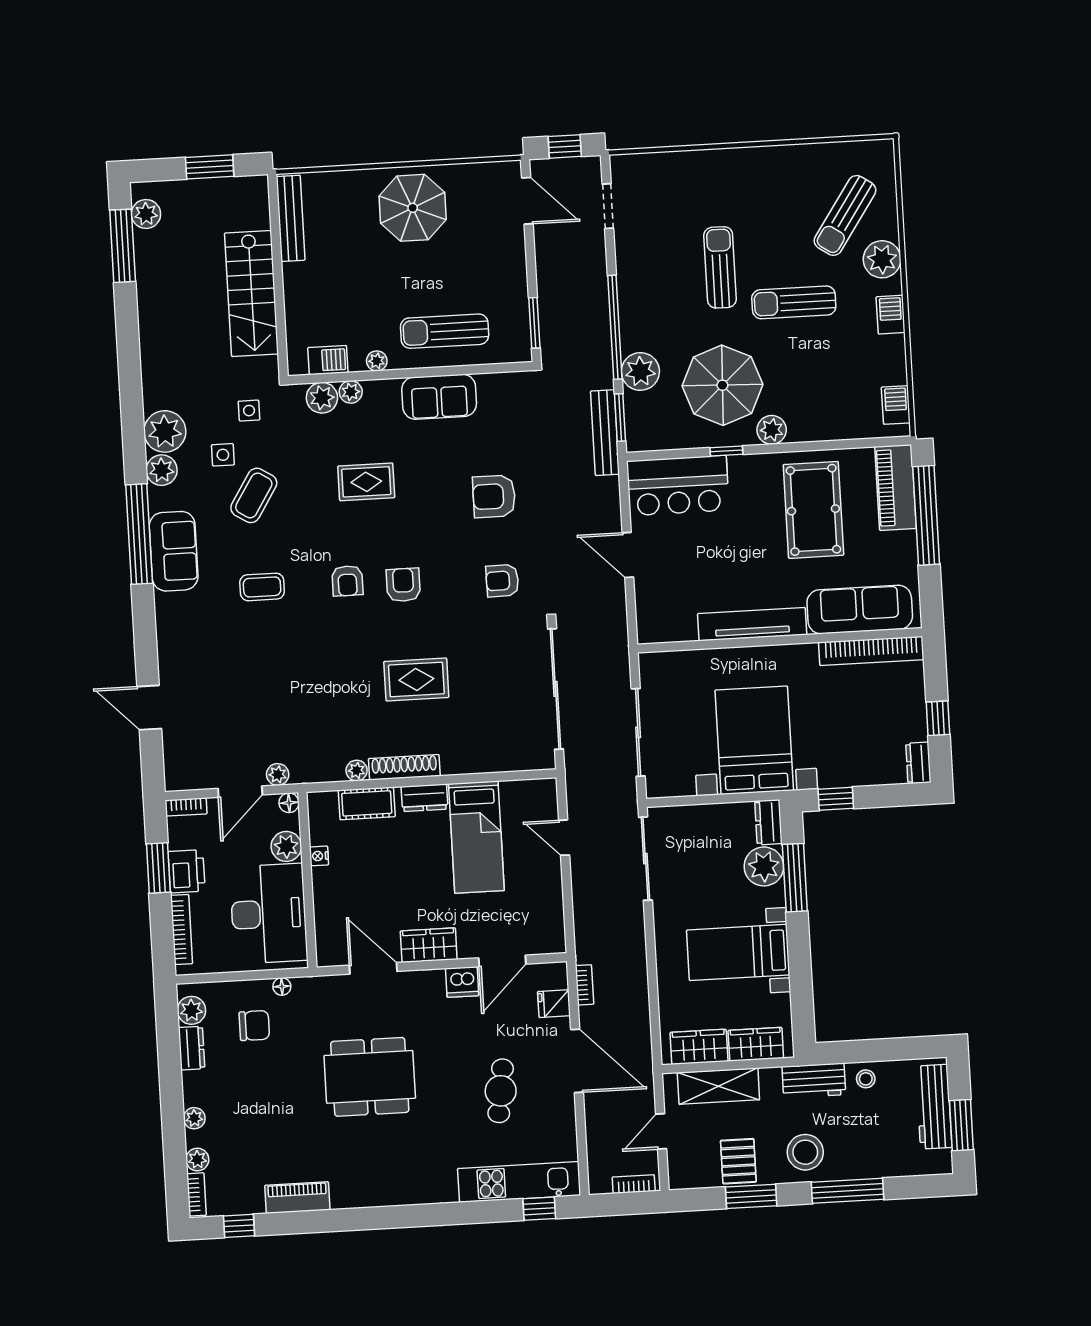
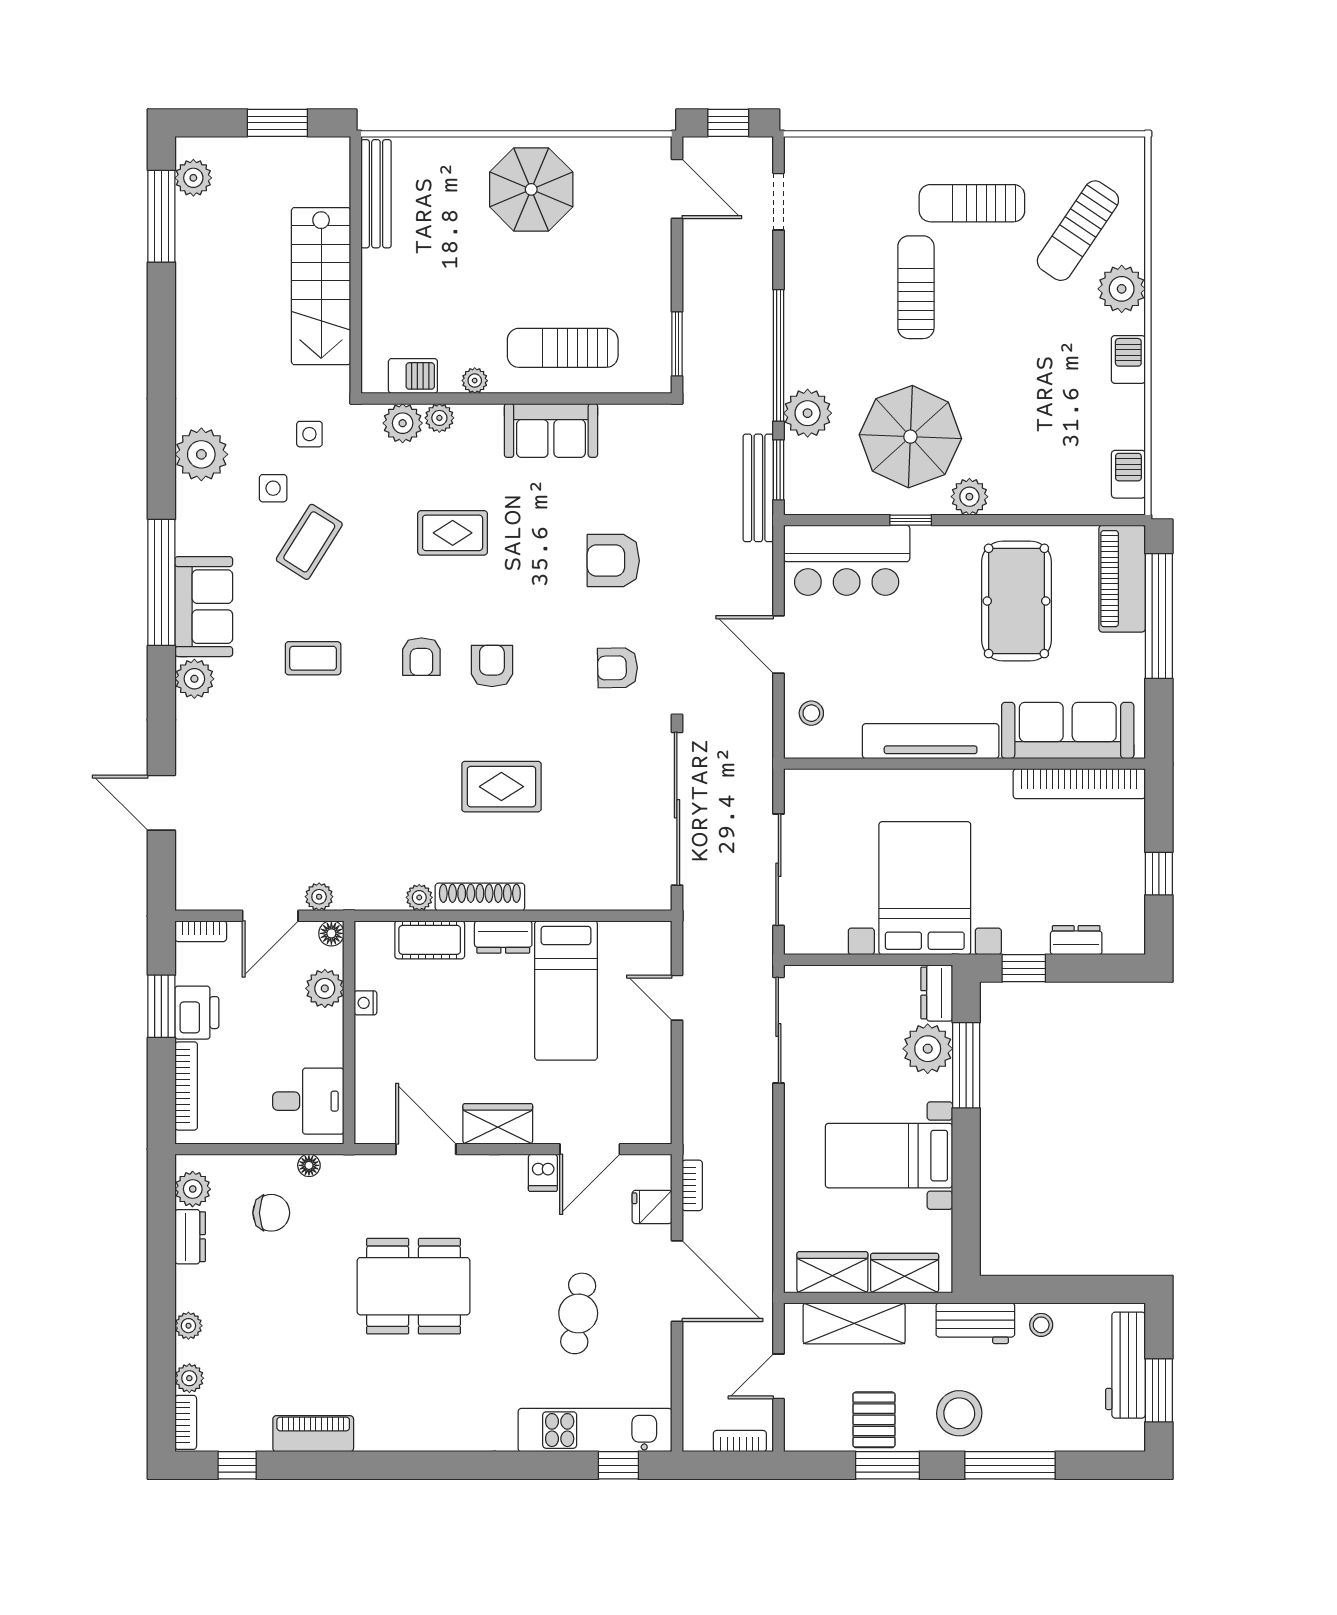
sun lounger: (794, 302) -> (972, 203), moved
plant: (162, 470) -> (194, 679), moved
stool: (657, 608) -> (811, 713), added
dresser: (918, 763) -> (1076, 940), moved, turned 90
desk: (269, 914) -> (308, 1101), width x0.53, depth x0.77
dishwasher: (462, 982) -> (543, 1173), width x0.73

